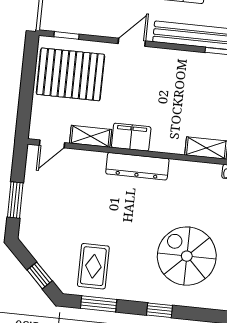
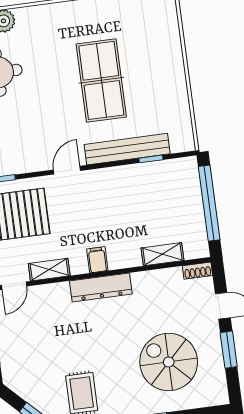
filing cabinet: (131, 137) -> (97, 260), width x0.50

